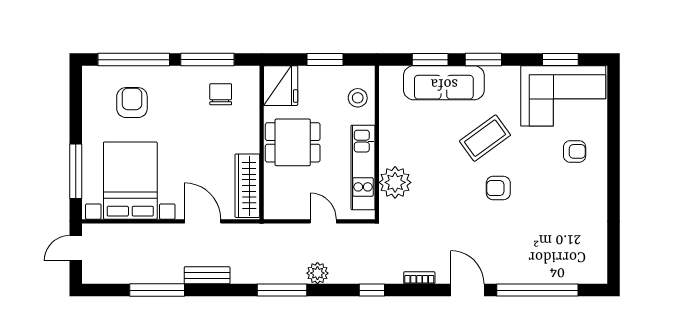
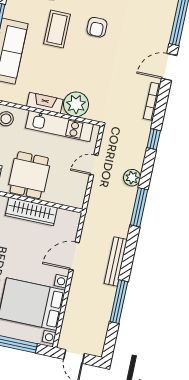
coffee table: (485, 138) -> (57, 29), turned 36
fireplace: (388, 143) -> (45, 103), added
wardrobe: (247, 186) -> (31, 211), moved
bench: (207, 275) -> (116, 261), width x1.36
bookcase: (419, 278) -> (152, 101), width x1.56

